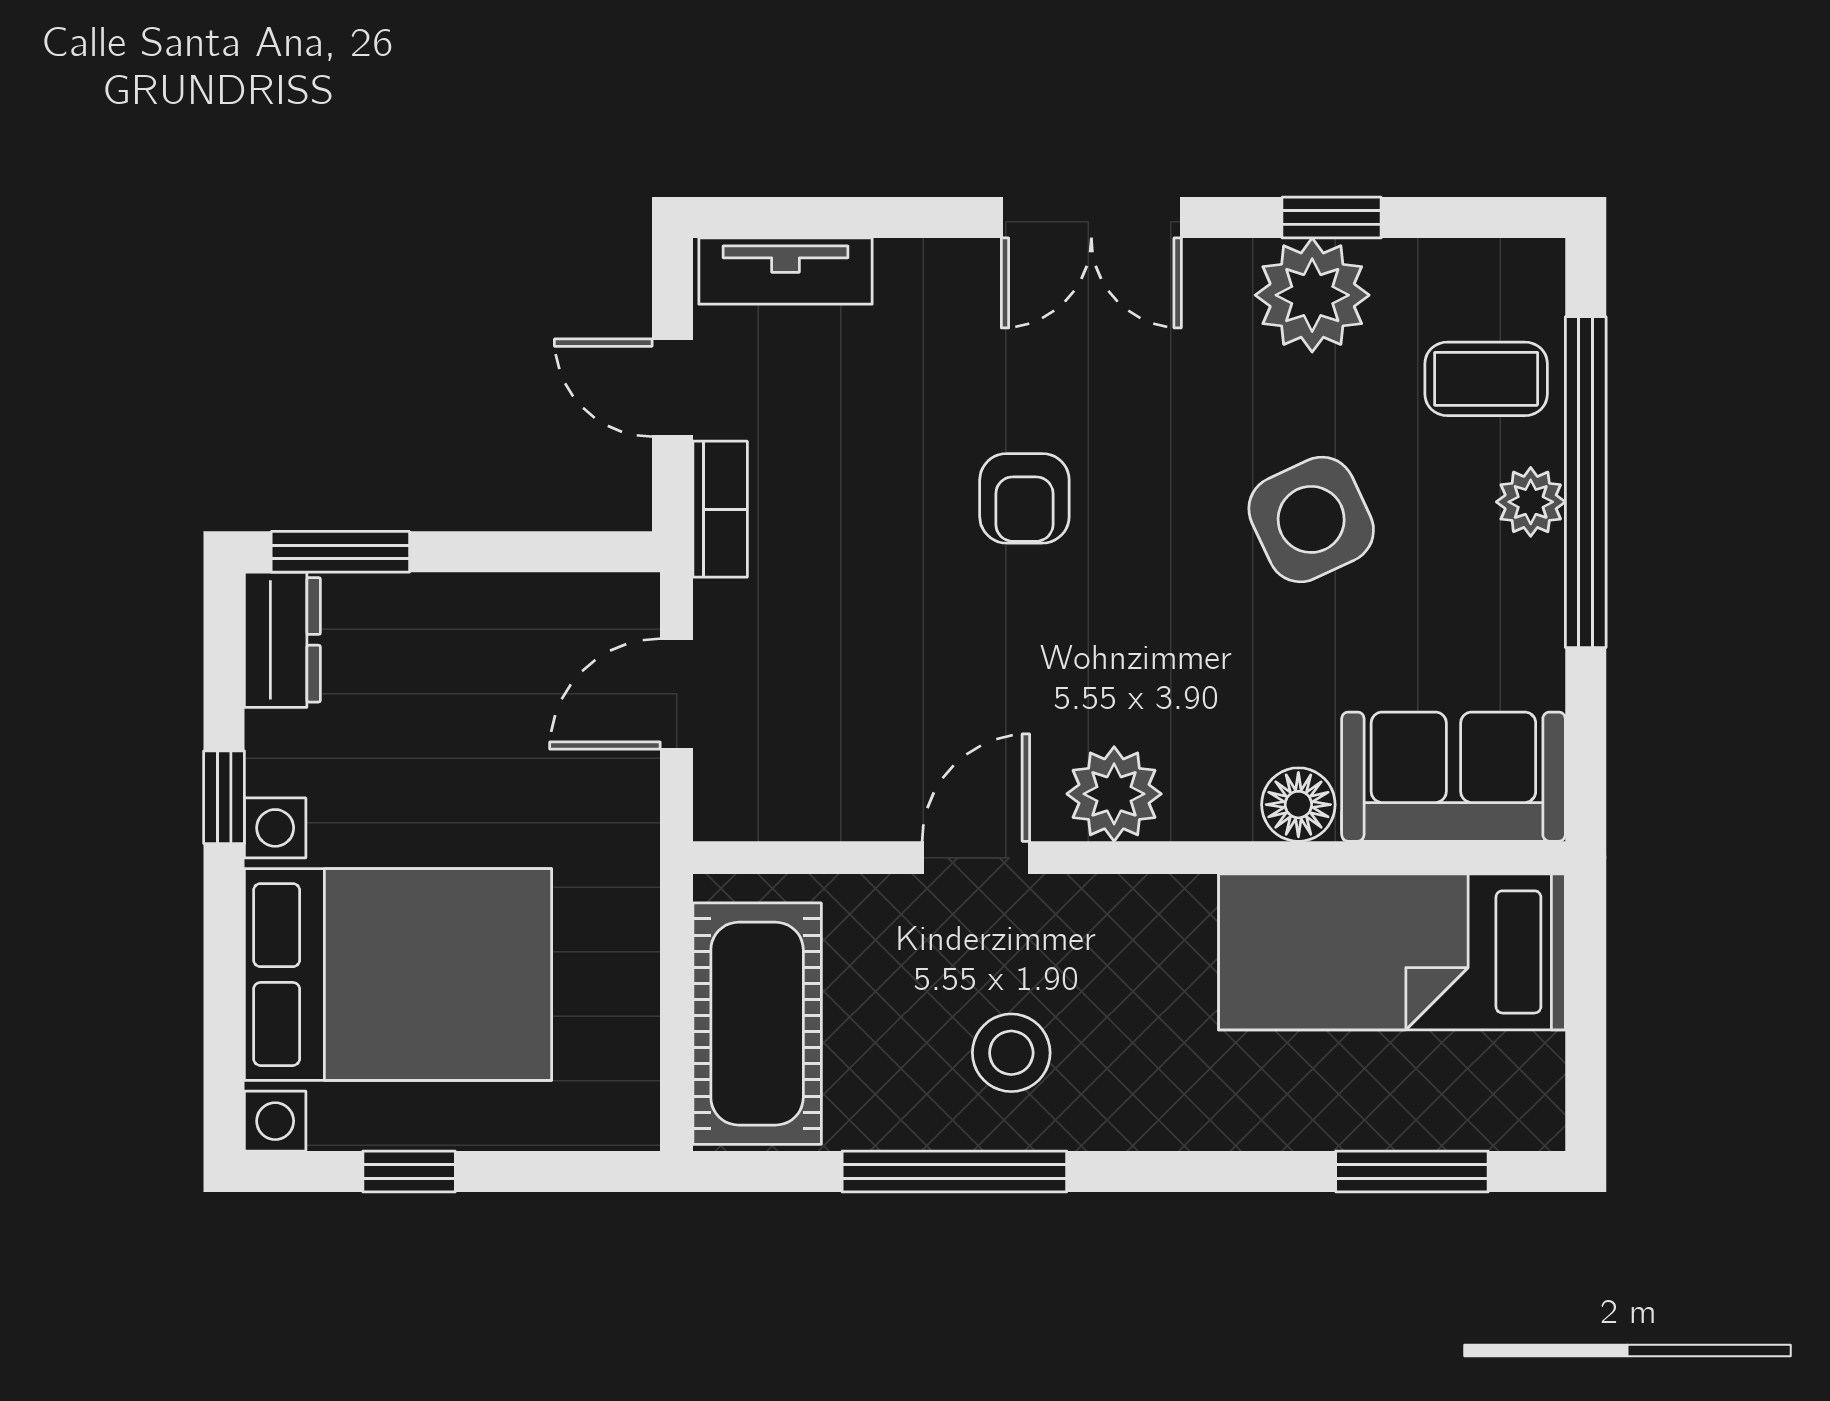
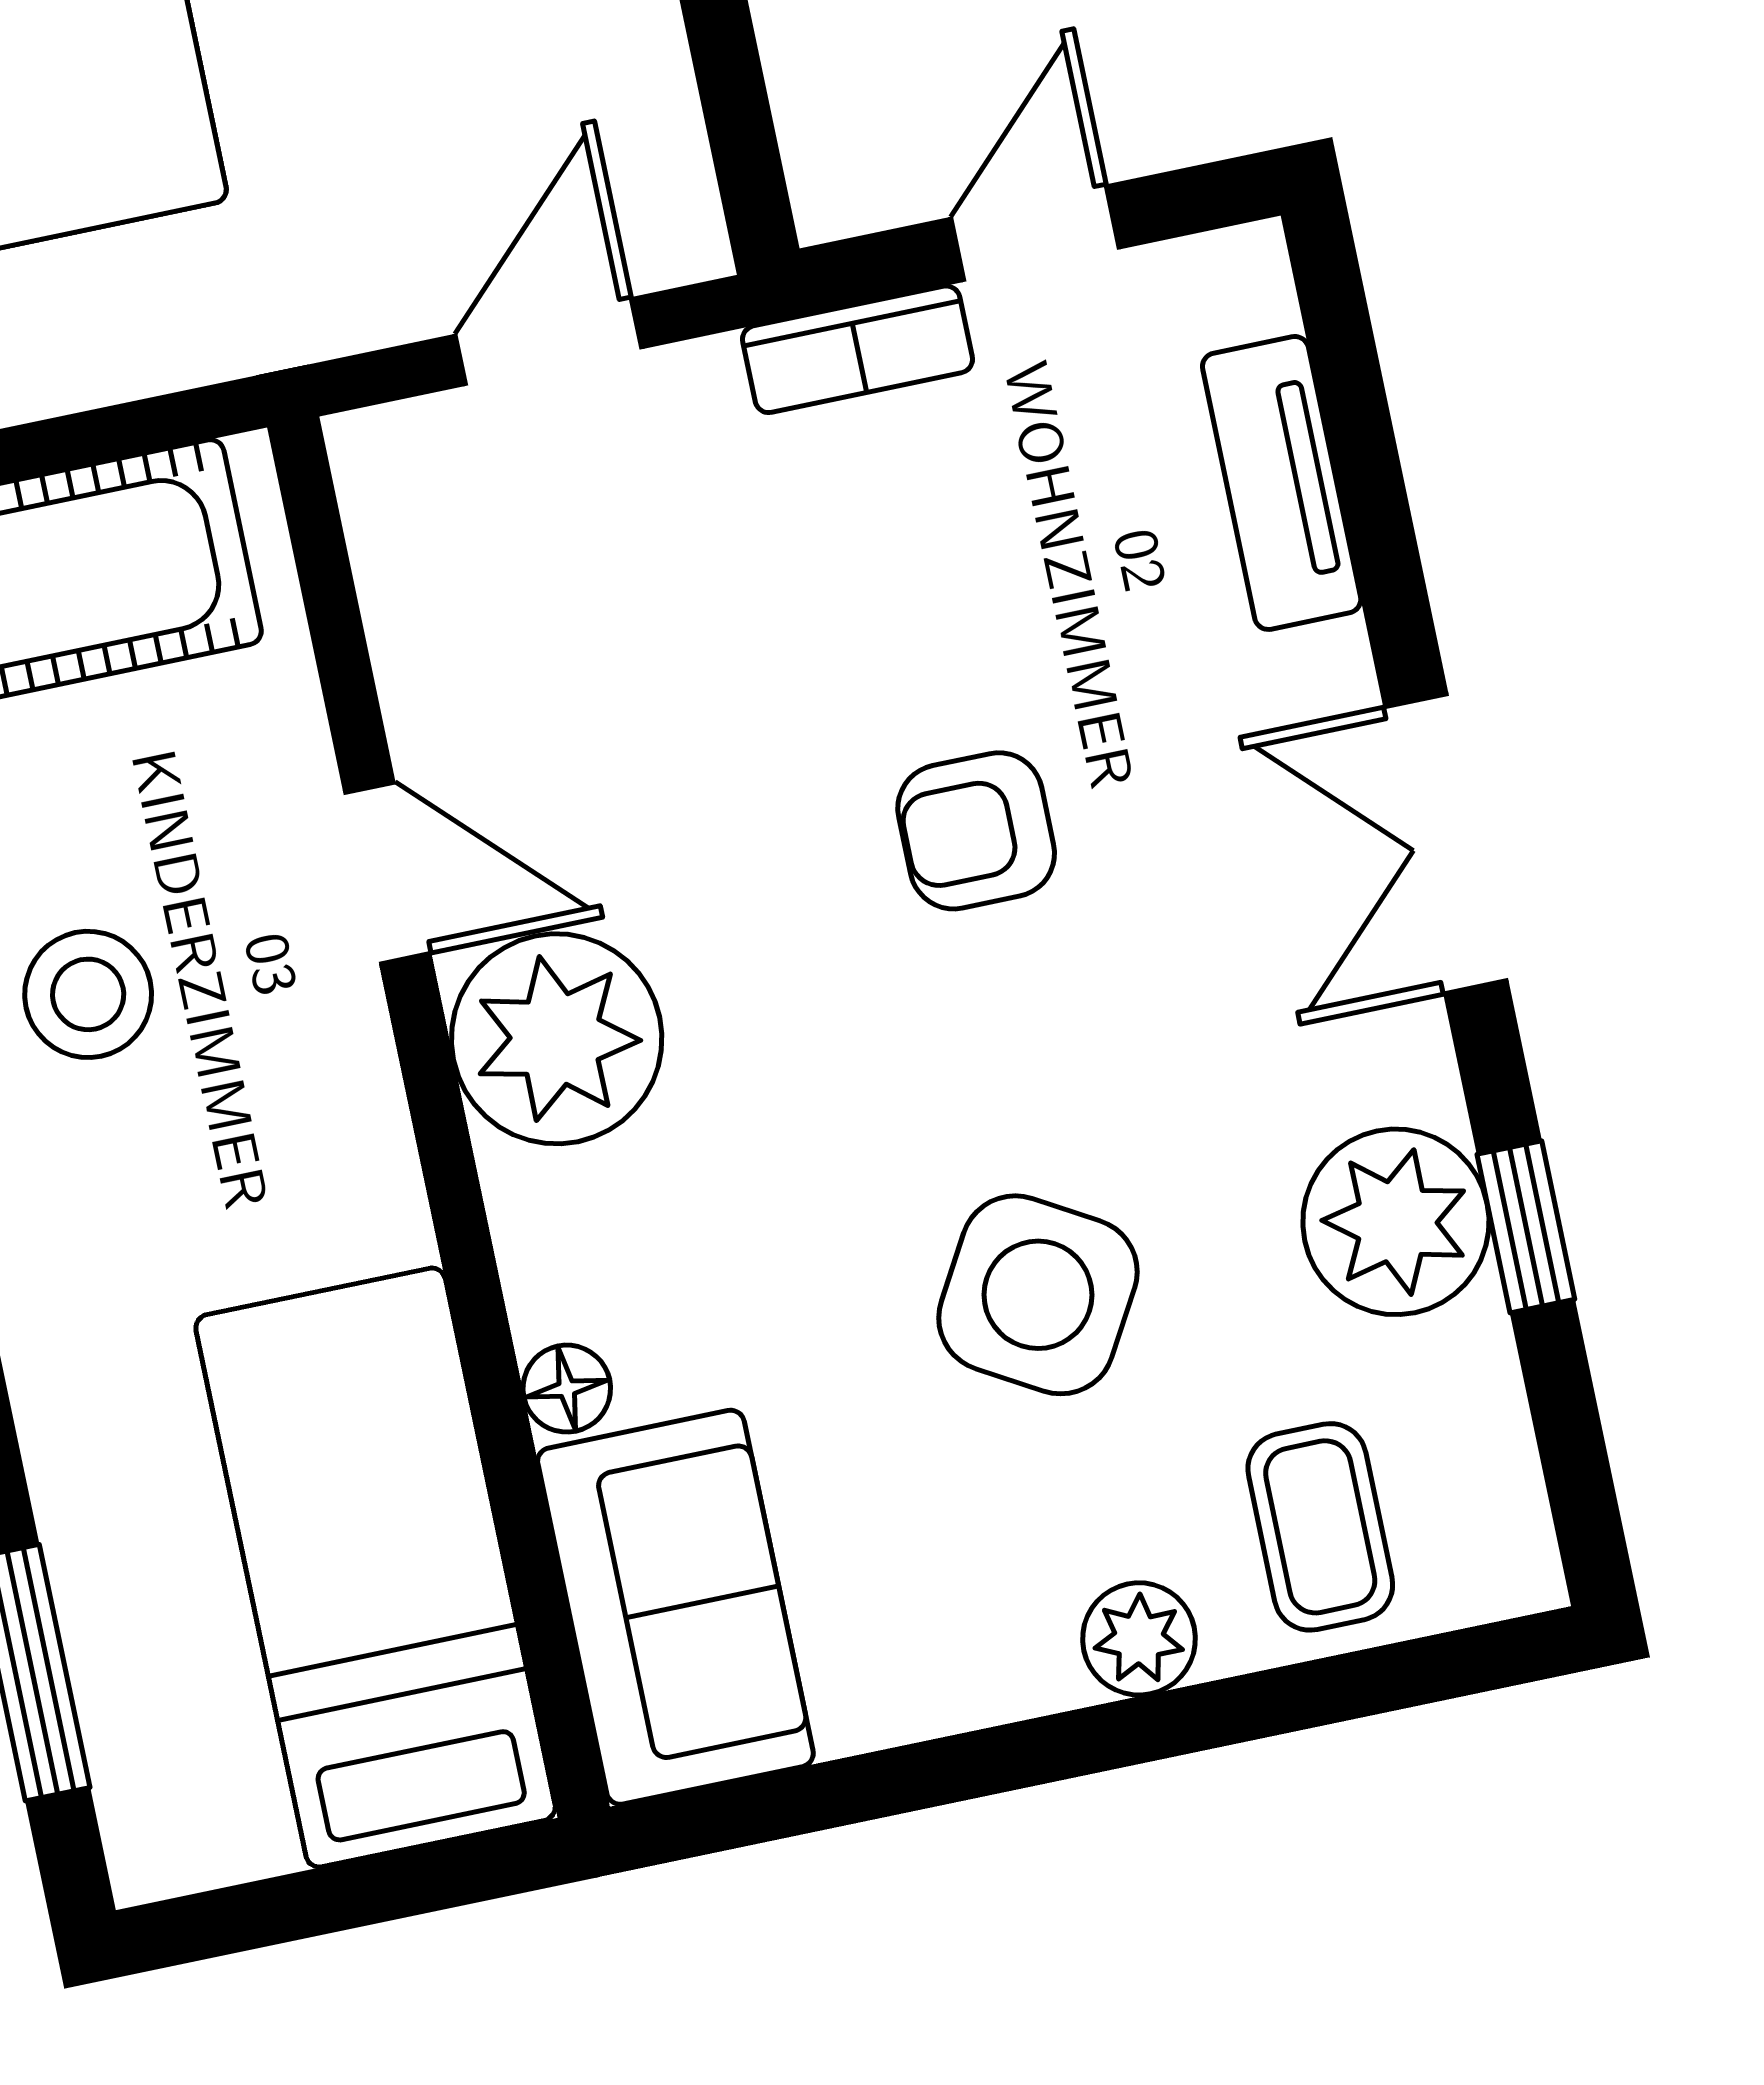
tv unit: (785, 271) -> (1282, 483), moved
window: (1586, 482) -> (1189, 1720), removed
side table: (1311, 519) -> (1038, 1295), turned -35
door: (677, 694) -> (549, 341), hinge flipped
plant: (1114, 794) -> (557, 1039), width x1.36, depth x1.36
floor lamp: (1298, 805) -> (567, 1389), width x0.73, depth x0.73

